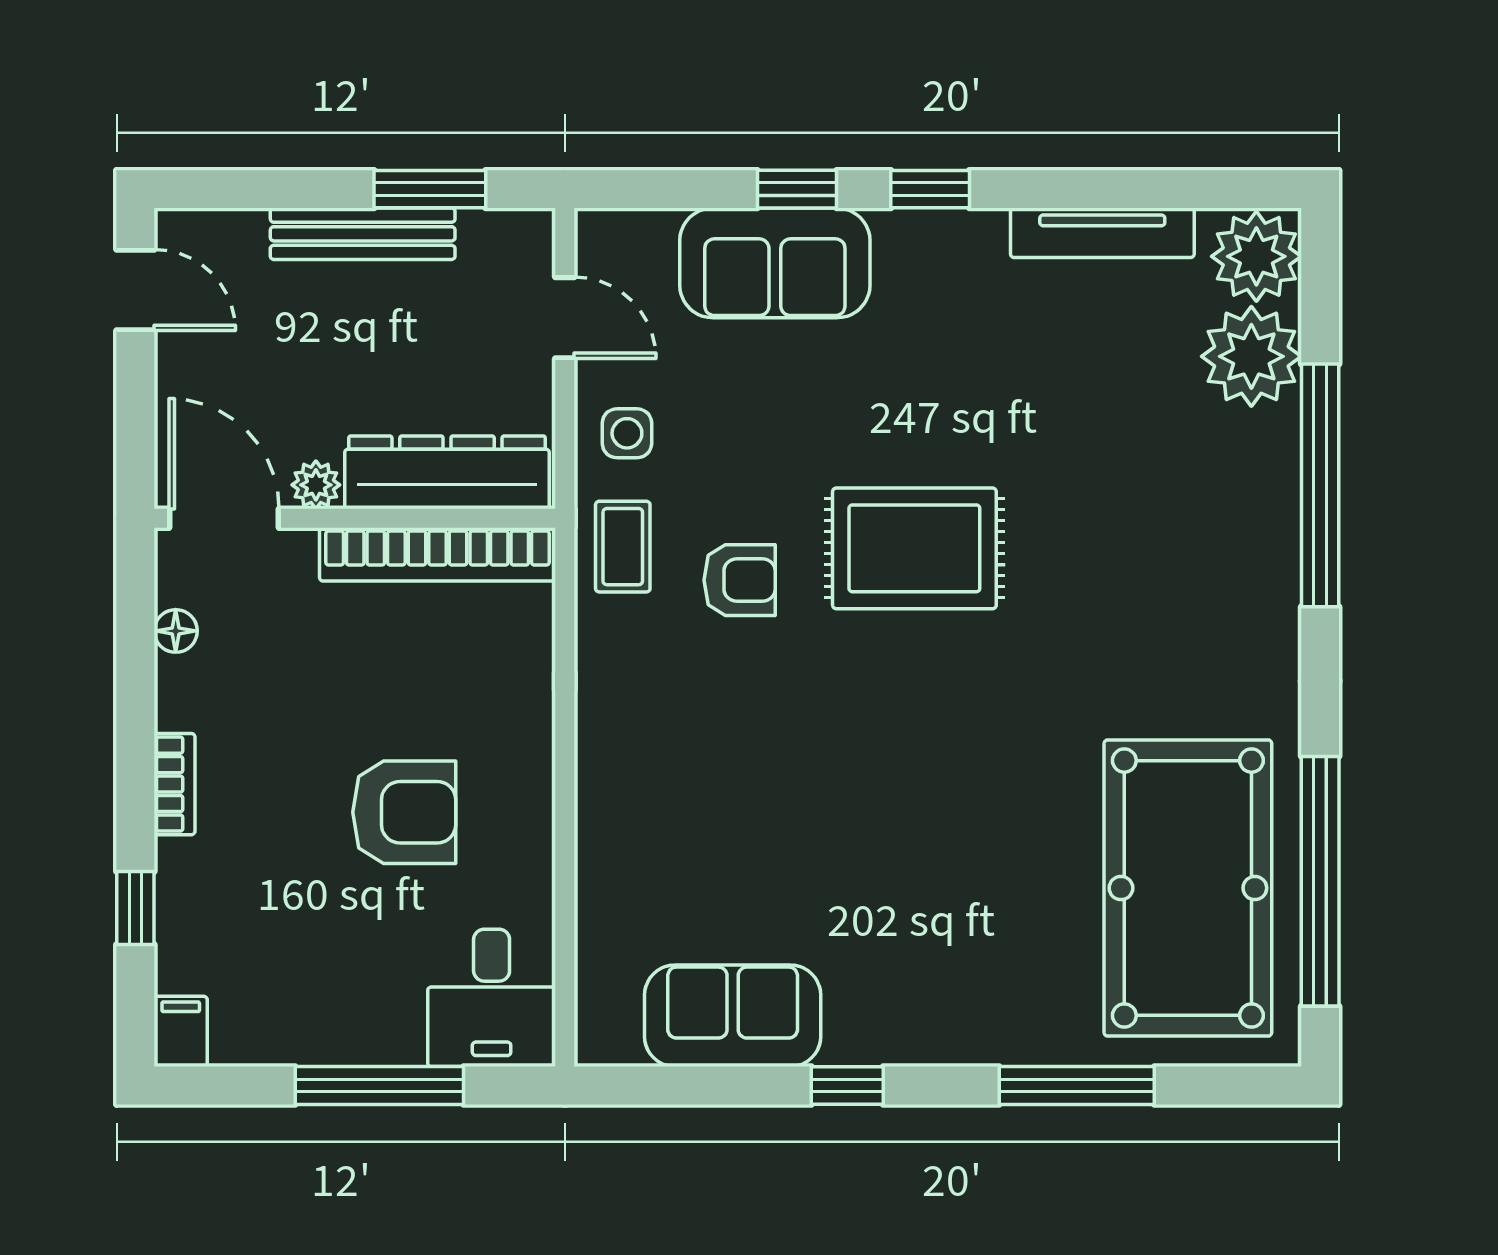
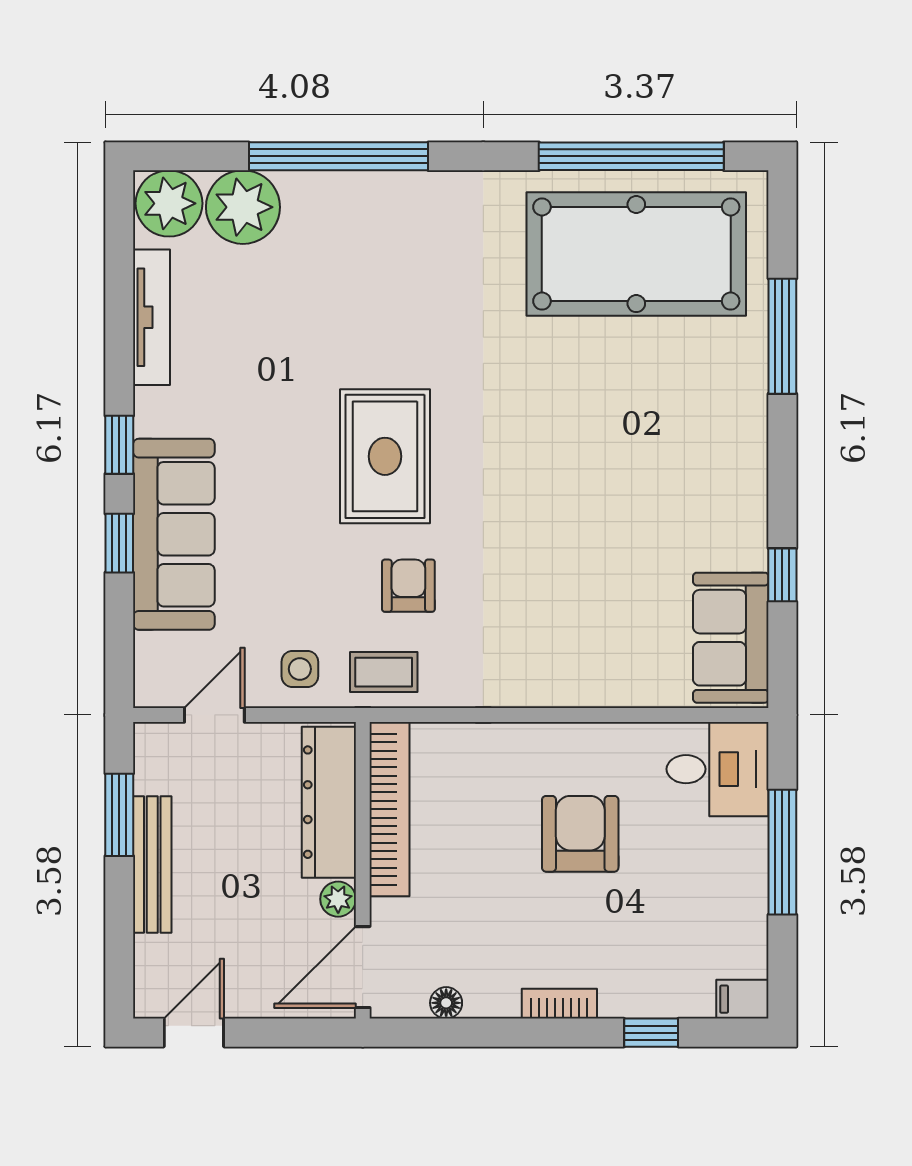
sofa: (775, 263) -> (174, 534), width x1.36
sofa: (733, 1016) -> (731, 638), moved
window: (847, 1085) -> (782, 575), moved

